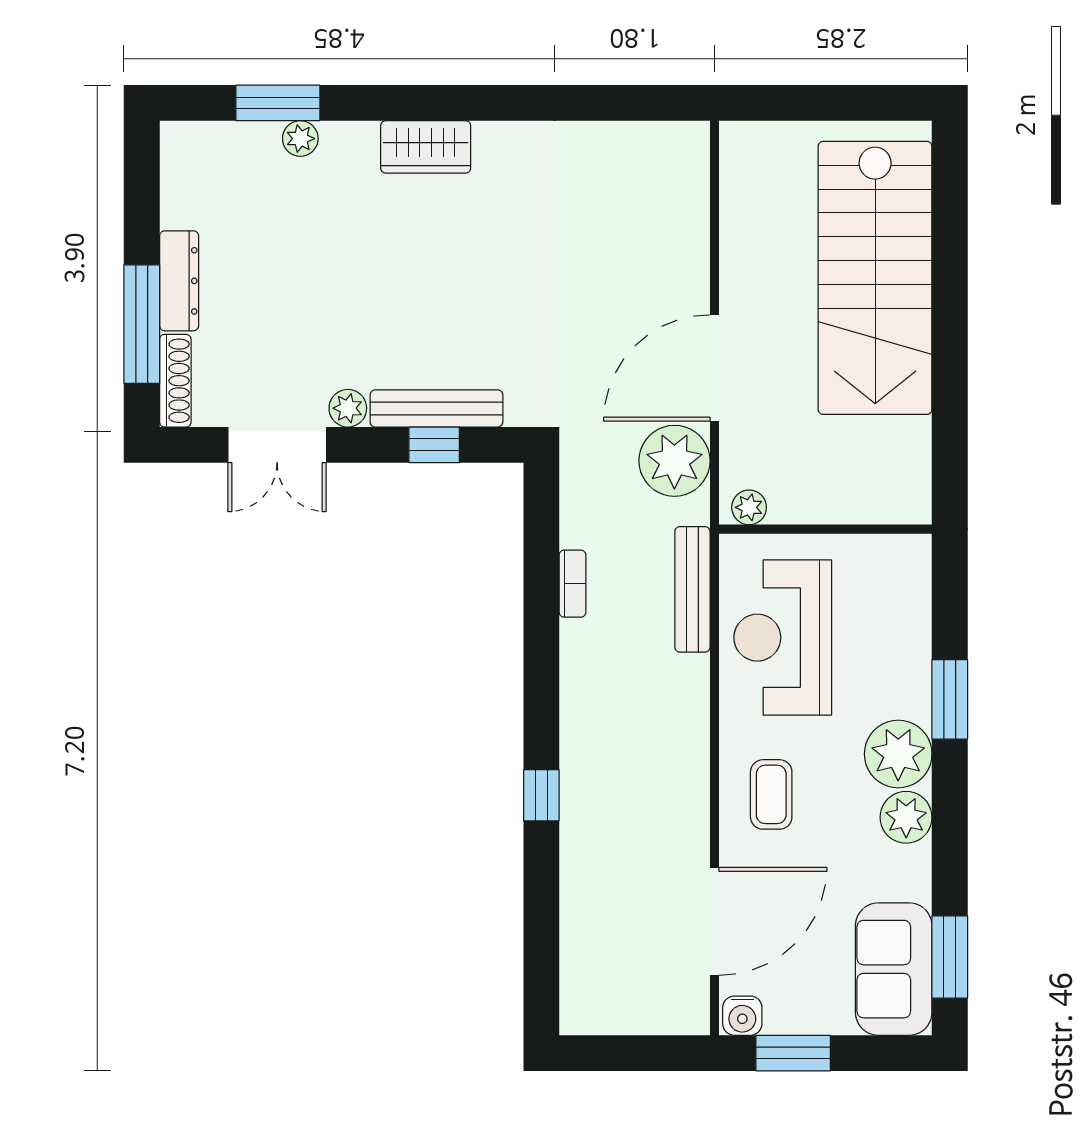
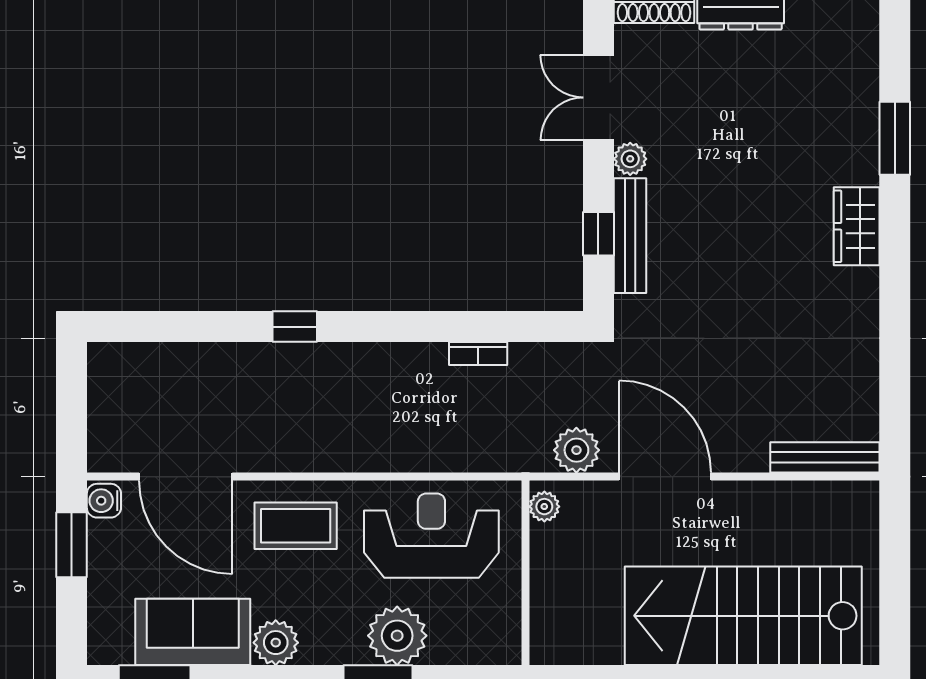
window: (278, 103) -> (895, 138), moved
plant: (300, 139) -> (864, 118), removed
plant: (674, 461) -> (576, 450), width x0.73, depth x0.73
bench: (692, 589) -> (825, 457), moved
plant: (898, 754) -> (397, 636), moved
coffee table: (771, 794) -> (296, 526), width x1.36, depth x1.30
sofa: (894, 969) -> (193, 632), moved

